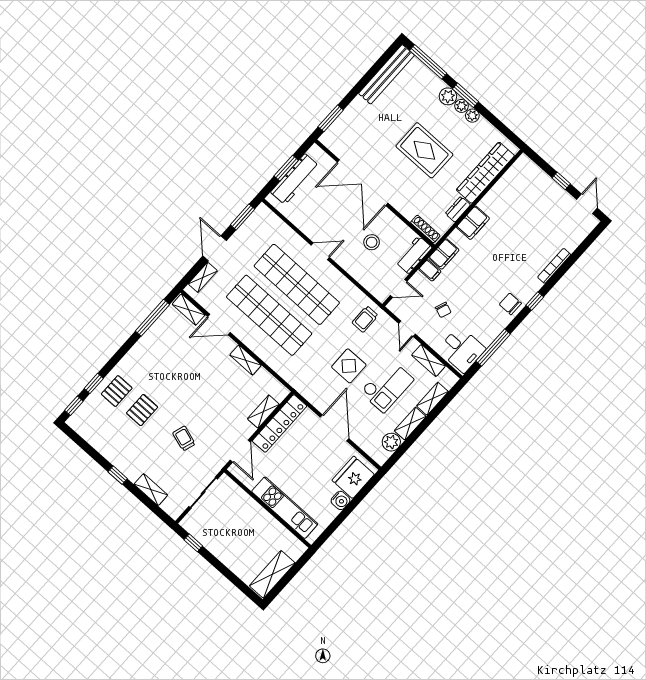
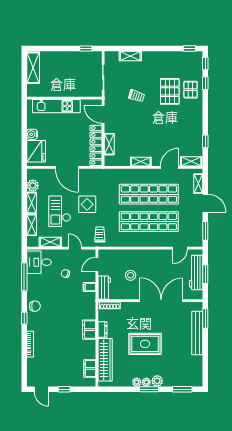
window: (428, 62) -> (182, 389), width x0.69
bench: (387, 74) -> (197, 333), moved
door: (320, 251) -> (180, 248), moved
filing cabinet: (444, 254) -> (90, 368), moved
window: (152, 318) -> (205, 141), width x0.46
pallet: (142, 410) -> (170, 91), width x1.50, depth x1.42
window: (118, 475) -> (189, 49), moved

